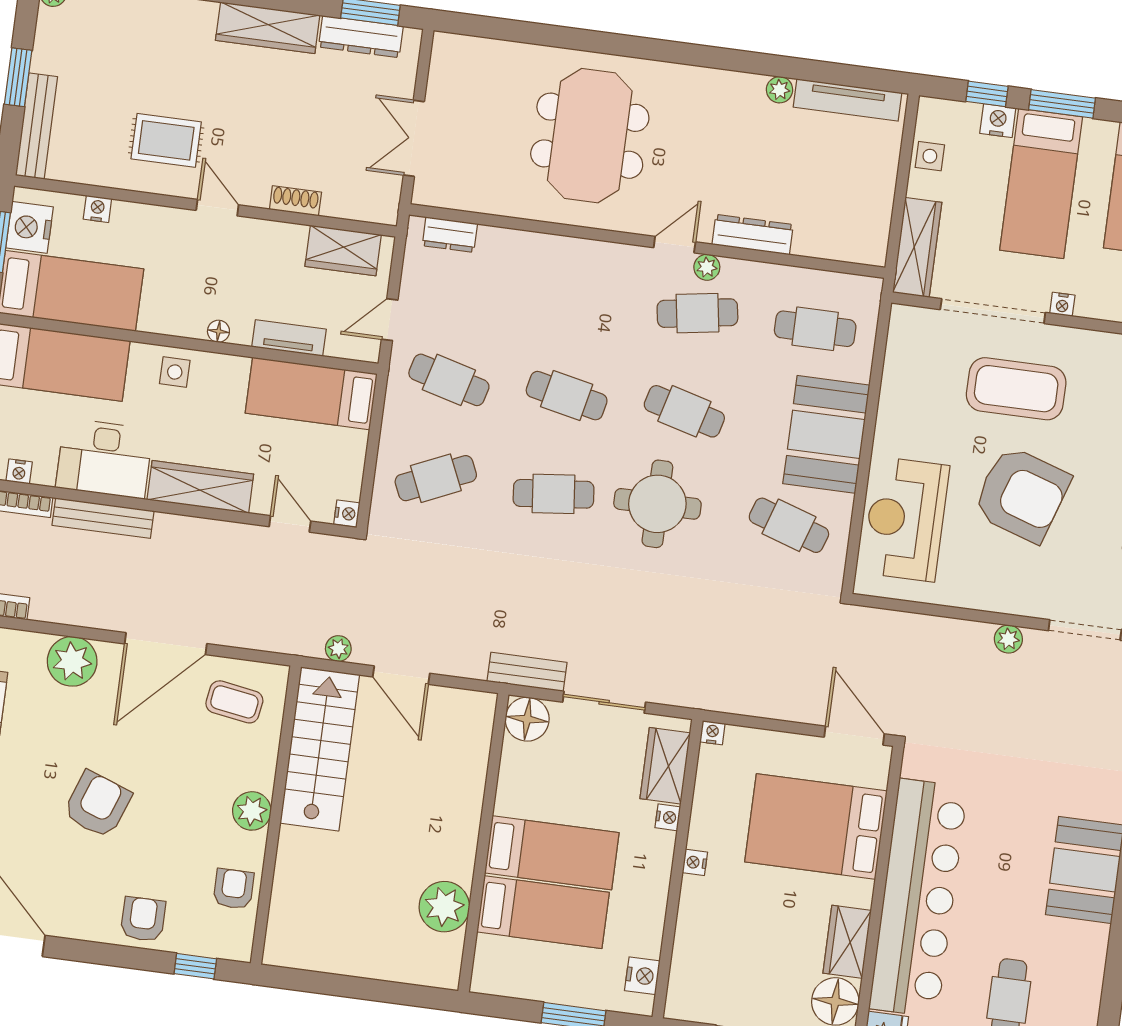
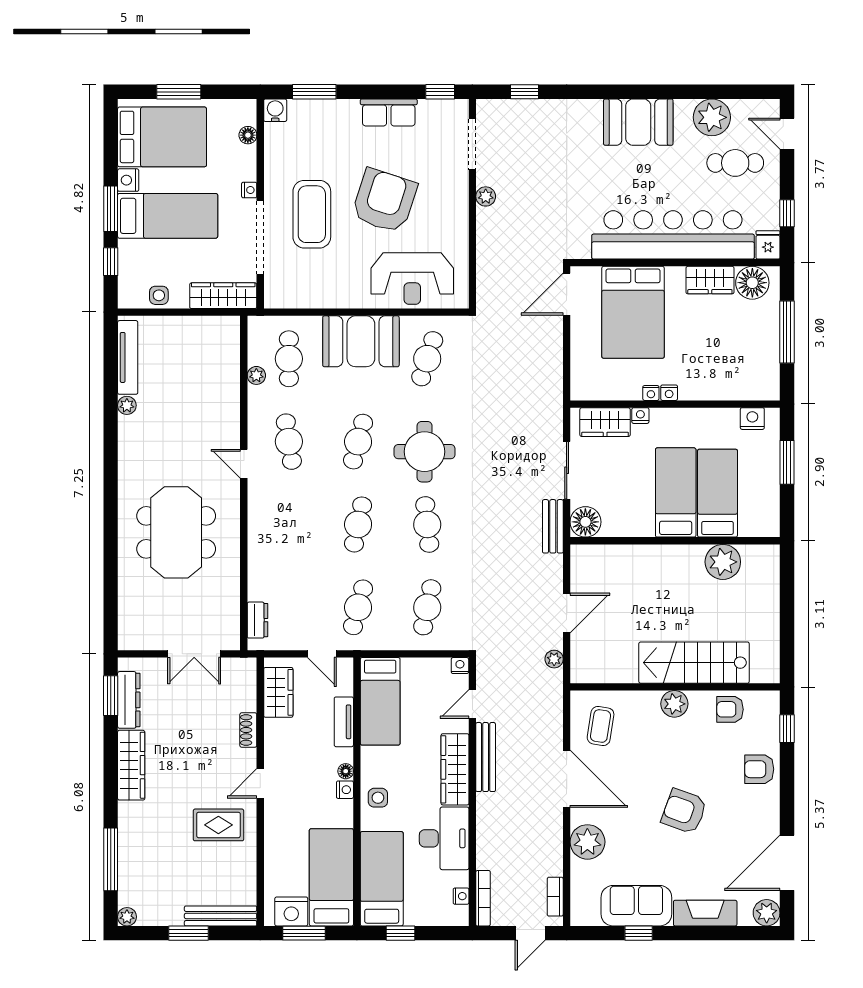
nightstand: (998, 121) -> (128, 180), moved
meeting table: (590, 136) -> (176, 532), turned 90
rug: (166, 140) -> (218, 825), turned 90
nightstand: (97, 209) -> (345, 790), moved, turned 180
dresser: (753, 235) -> (230, 411), removed
plant: (707, 267) -> (256, 375), moved
cafe table: (436, 478) -> (427, 607), turned 36
bench: (103, 518) -> (486, 757), moved
nightstand: (712, 733) -> (651, 393), moved, turned -90
stairs: (320, 749) -> (694, 663), moved
plant: (1078, 975) -> (712, 117), added

